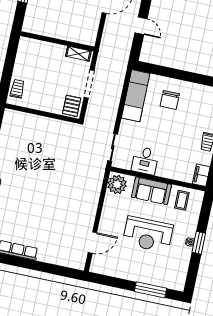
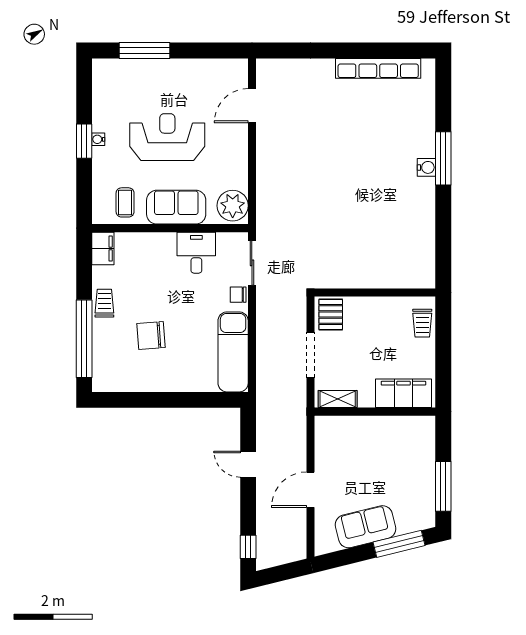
filing cabinet: (38, 49) -> (403, 393), added
chair: (170, 100) -> (151, 335), moved, turned -94
chair: (125, 130) -> (238, 295), added

